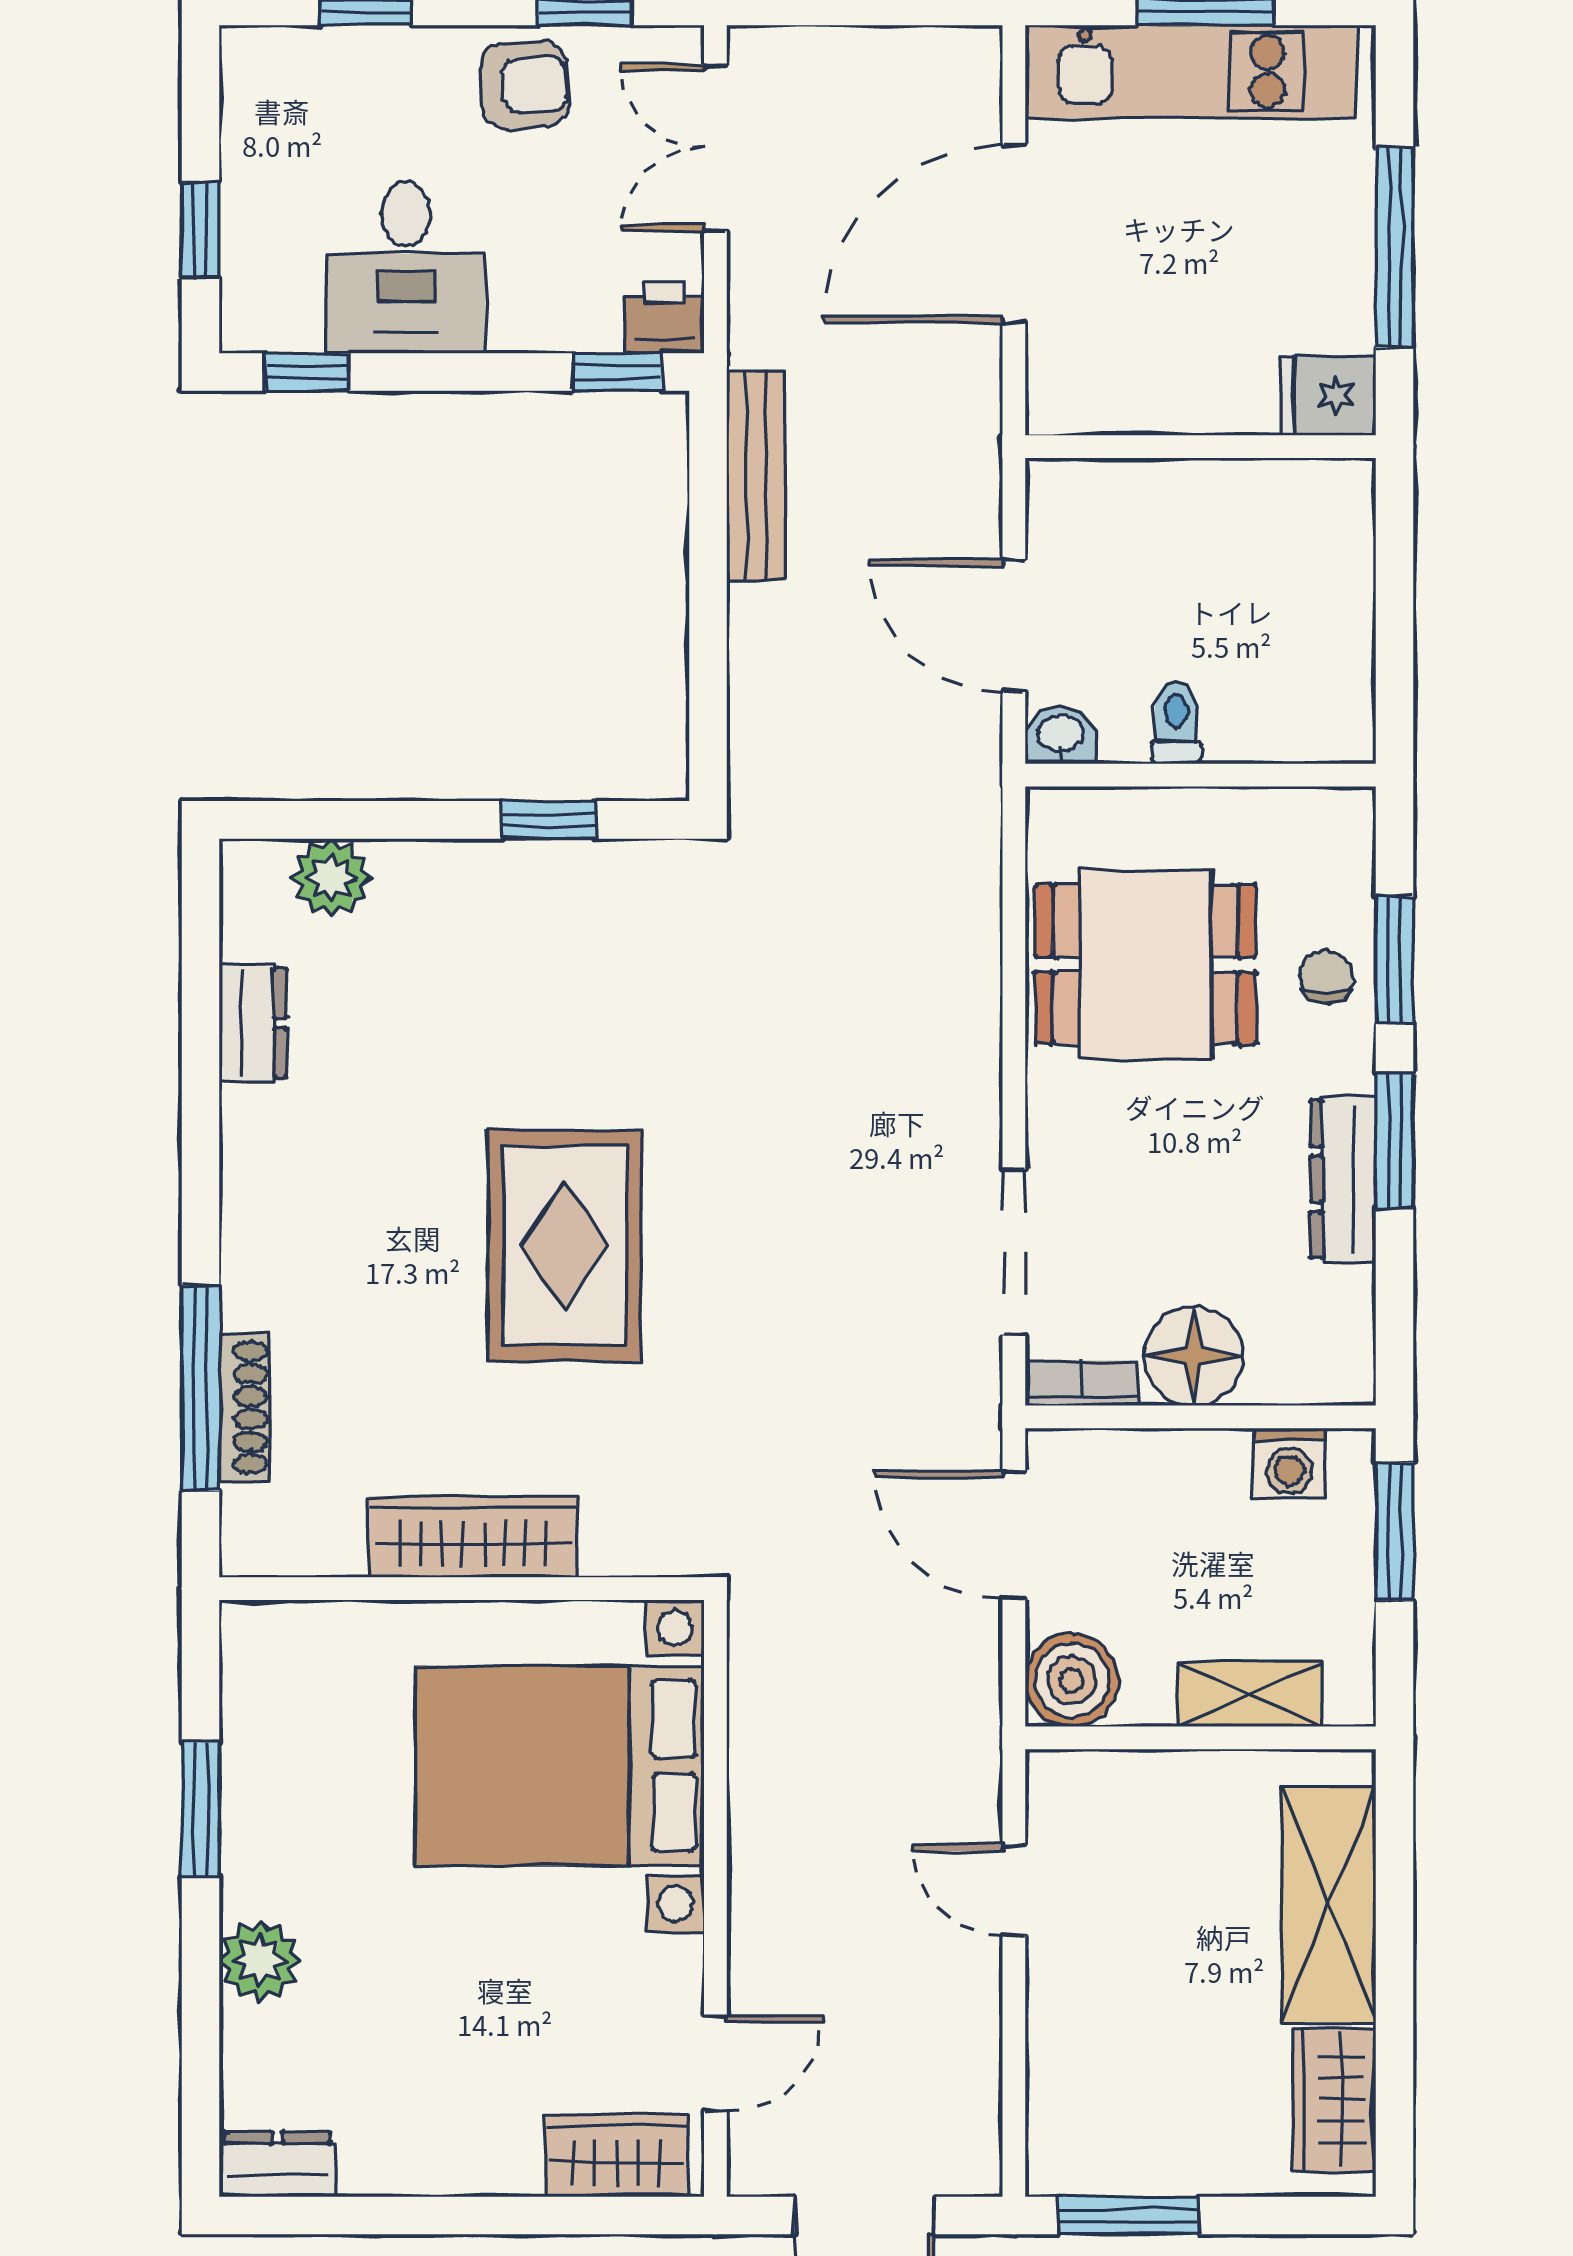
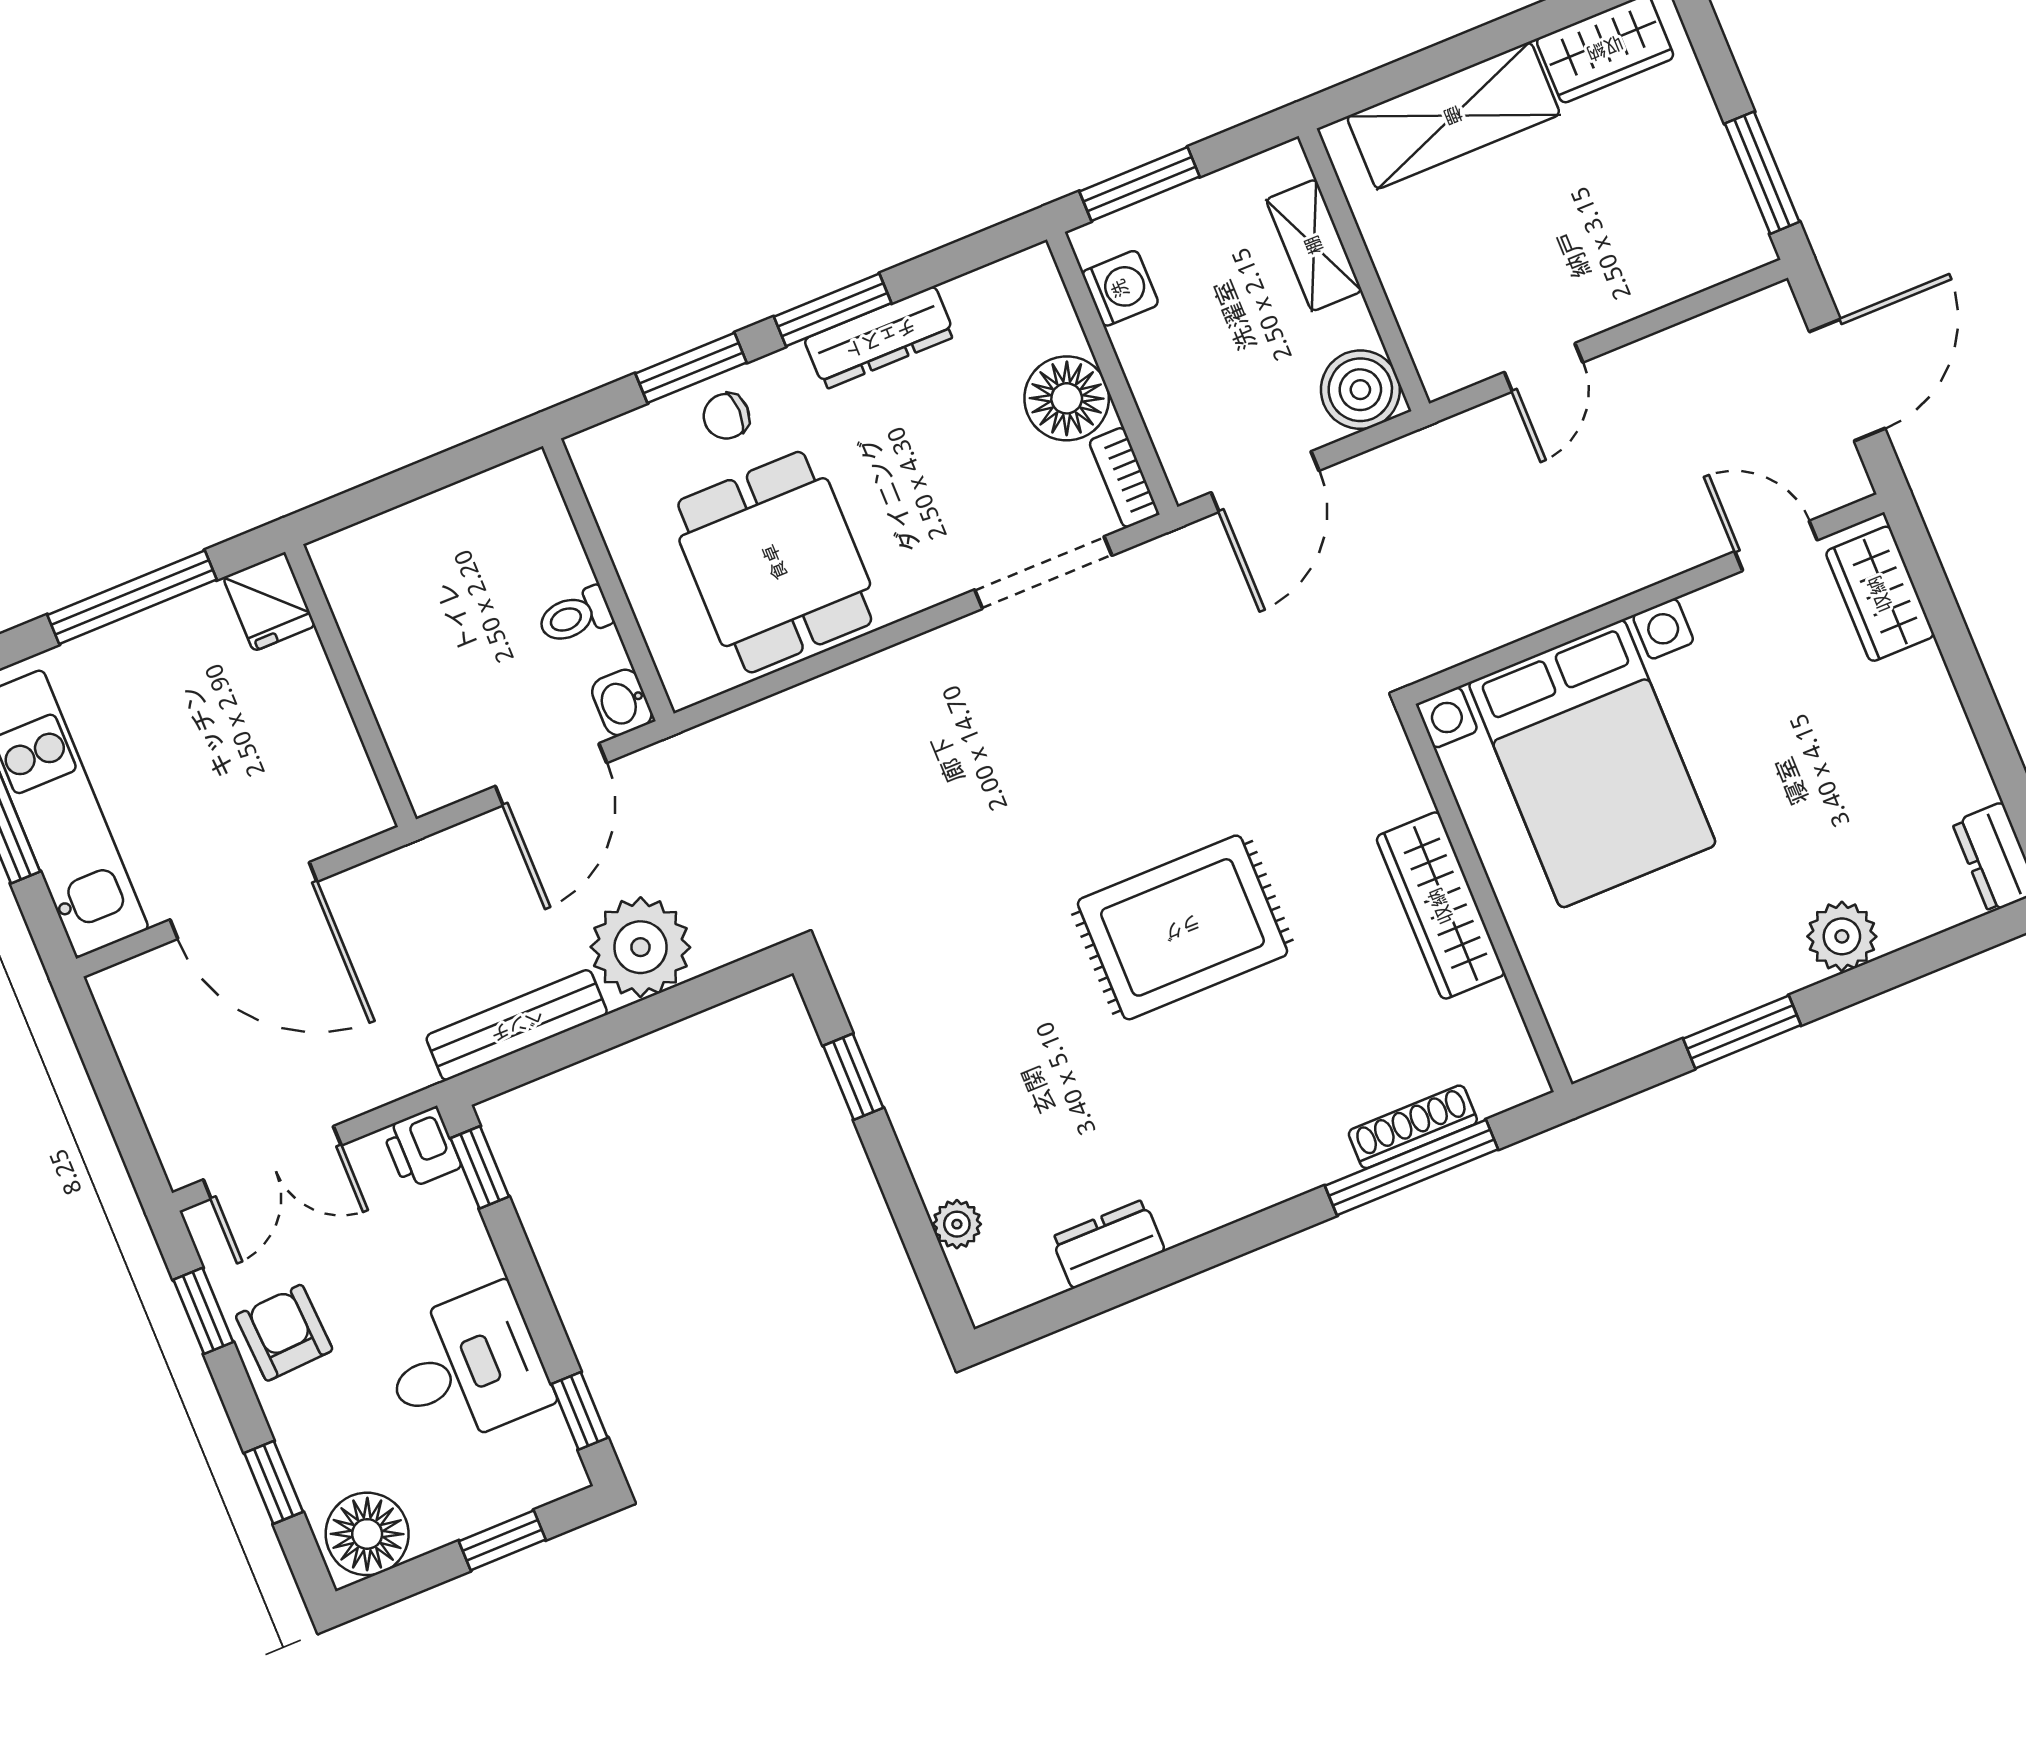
floor lamp: (268, 85) -> (367, 1534), added
plant: (786, 646) -> (640, 947), added
plant: (331, 878) -> (957, 1224), width x0.73, depth x0.73

